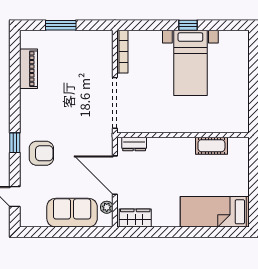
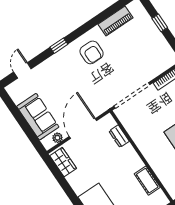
window: (61, 25) -> (160, 23), width x0.67
dresser: (134, 144) -> (119, 136), moved
armchair: (41, 153) -> (92, 52), moved

